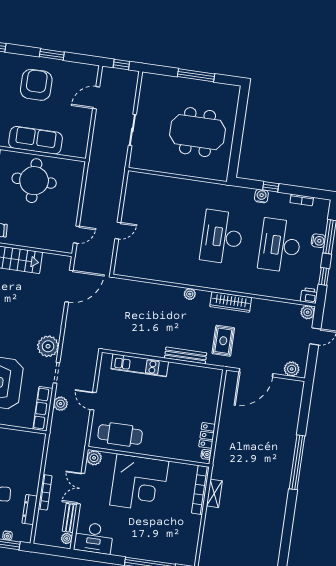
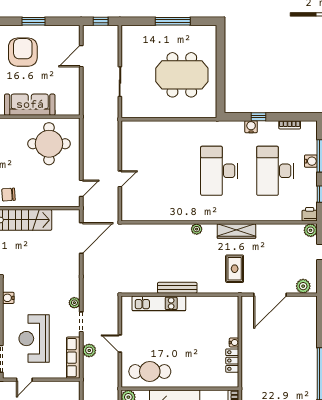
round table: (34, 181) -> (49, 144), moved
plant: (48, 346) -> (74, 303), width x0.53, depth x0.53
bench: (186, 355) -> (177, 288), moved
water cooler: (206, 454) -> (234, 342), moved

